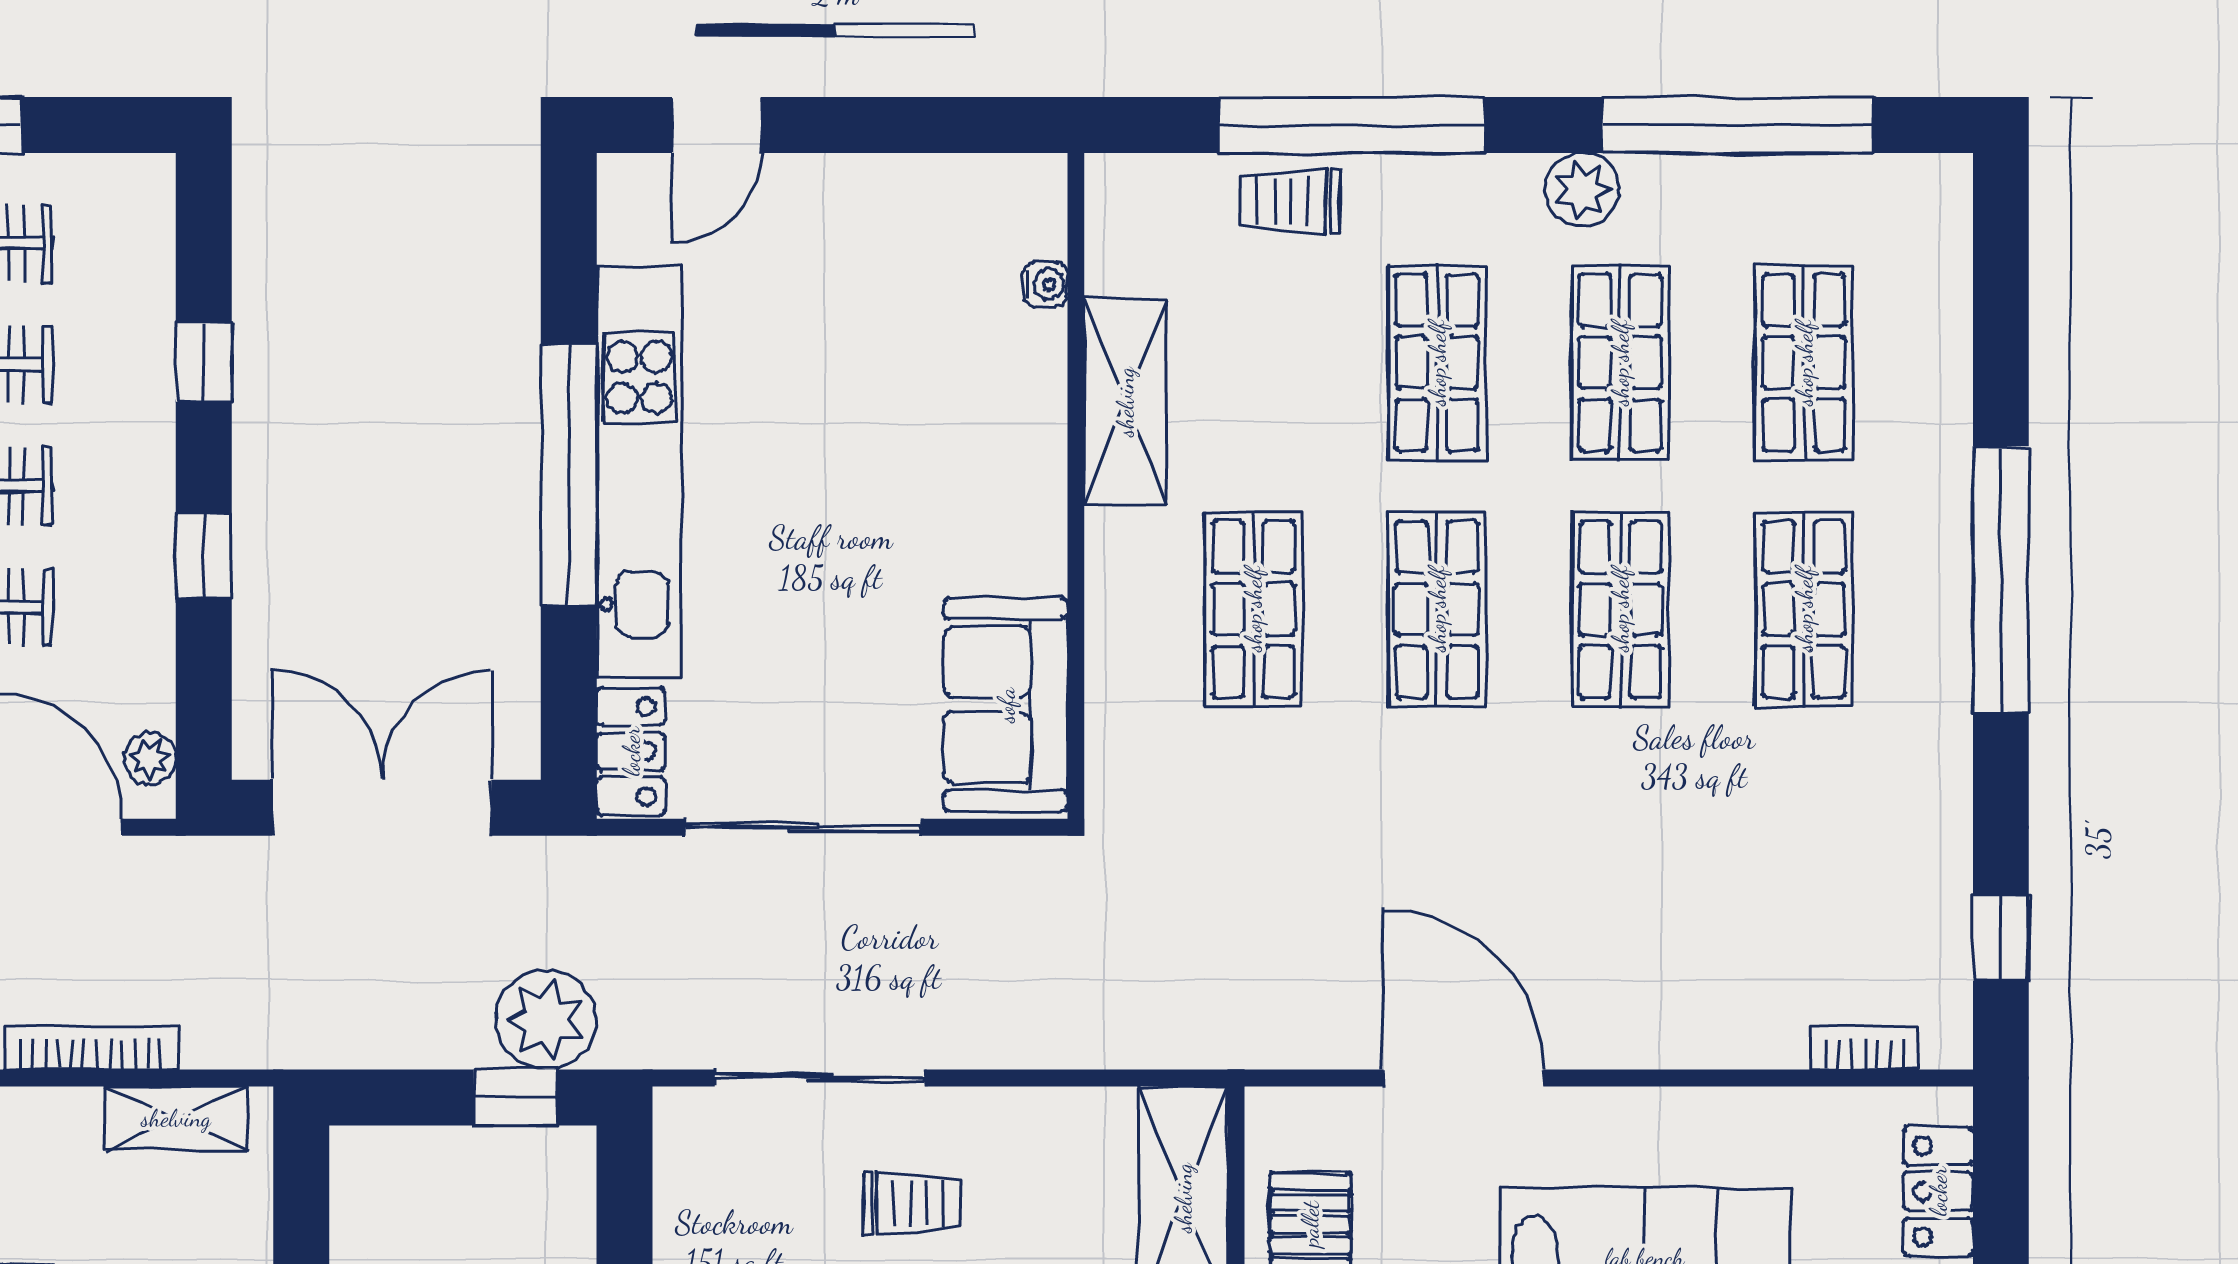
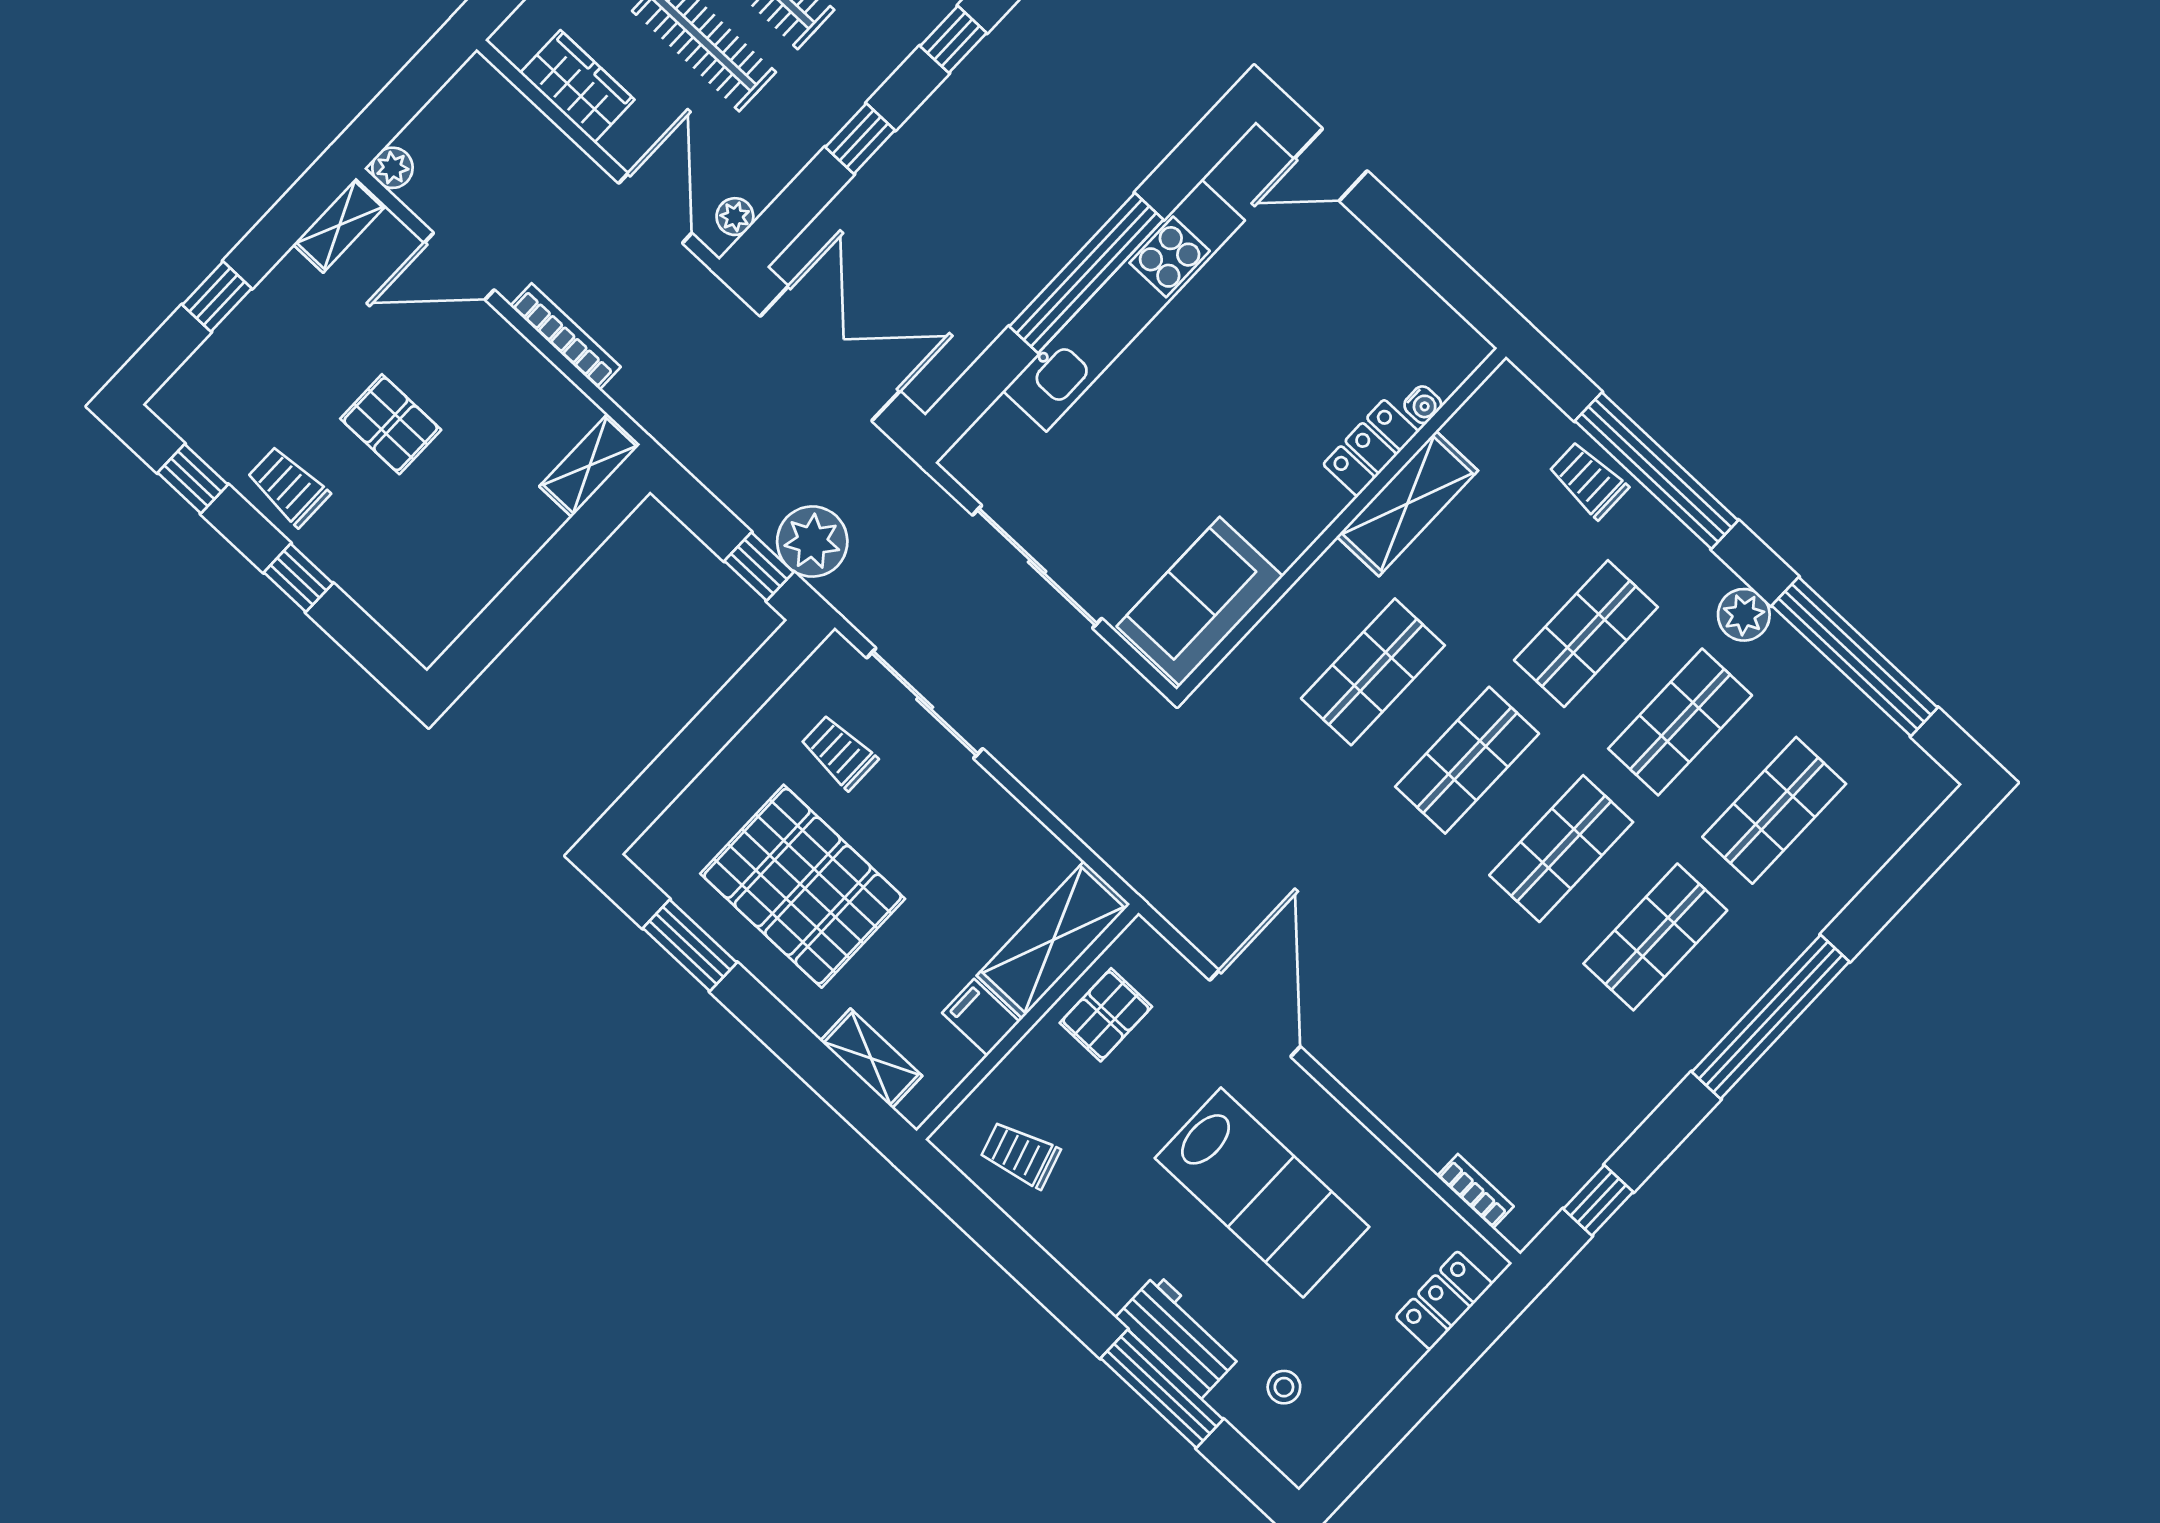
locker: (631, 751) -> (1371, 448), moved, turned 180
shelving: (176, 1118) -> (590, 465), moved, turned 90
trolley: (912, 1203) -> (839, 752), moved, turned 180

